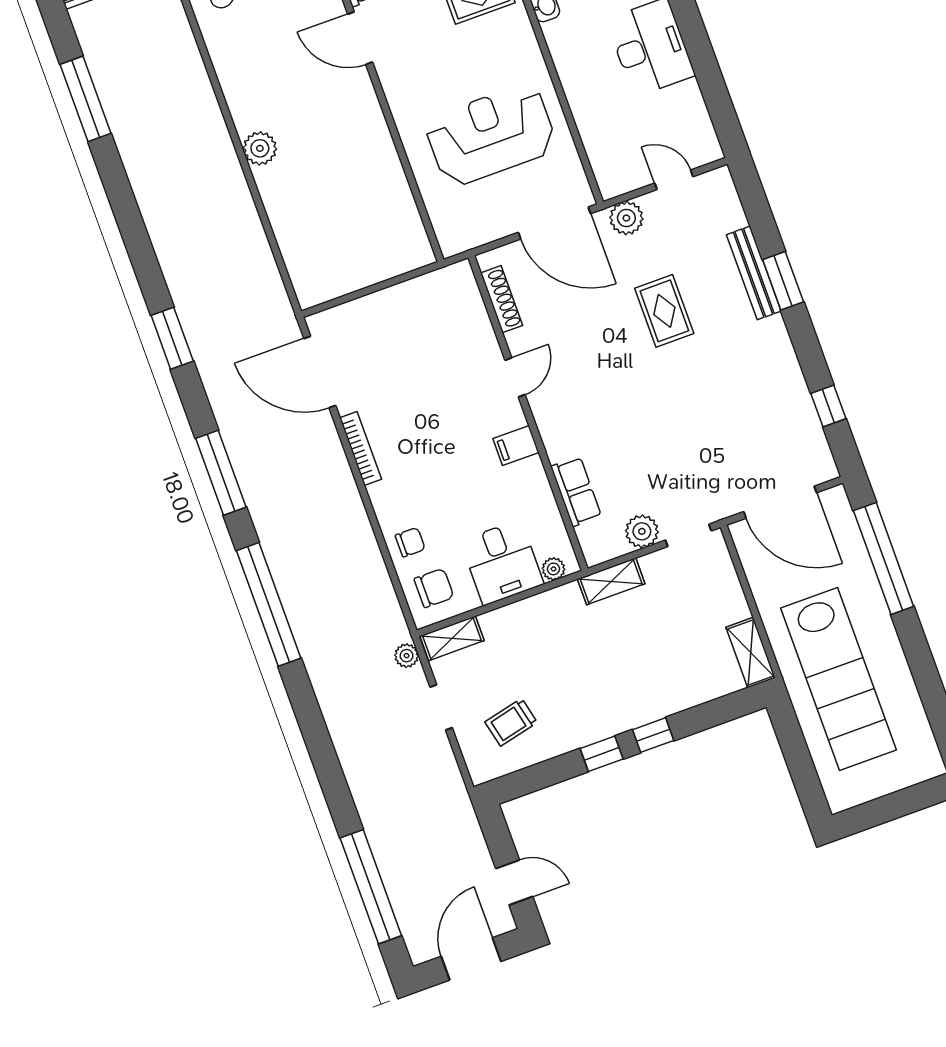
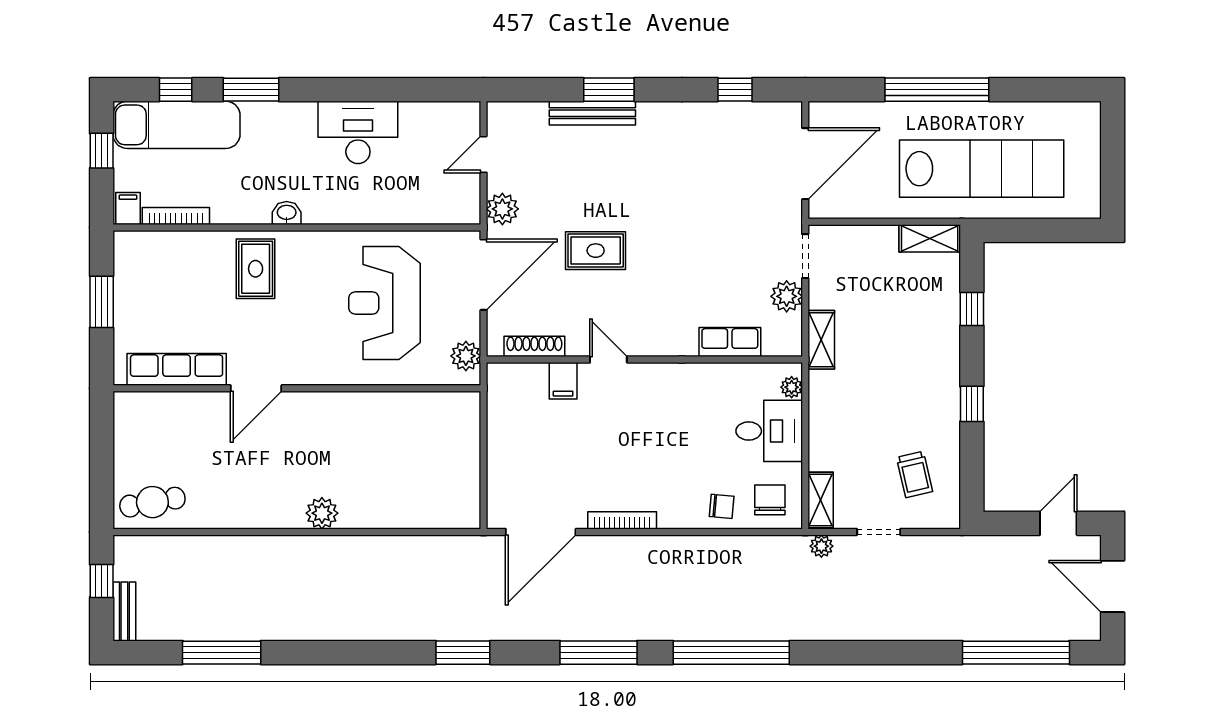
plant: (467, 235) -> (466, 356), added
rug: (664, 311) -> (596, 251), moved
filing cabinet: (516, 445) -> (563, 381), moved
chair: (410, 542) -> (722, 506), turned 95
window: (884, 558) -> (937, 90), moved
window: (653, 735) -> (972, 309), moved

